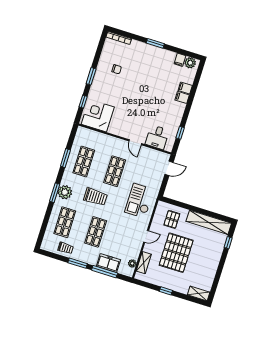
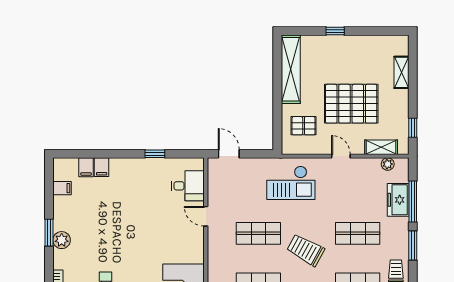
plant: (190, 63) -> (62, 240), moved
filing cabinet: (182, 97) -> (86, 167), moved
window: (180, 133) -> (155, 154), moved
door: (135, 142) -> (206, 216), swing flipped
trolley: (95, 197) -> (306, 250), turned -61
window: (228, 243) -> (335, 31), moved
window: (166, 291) -> (413, 128), moved
shelving: (199, 294) -> (401, 72), moved

